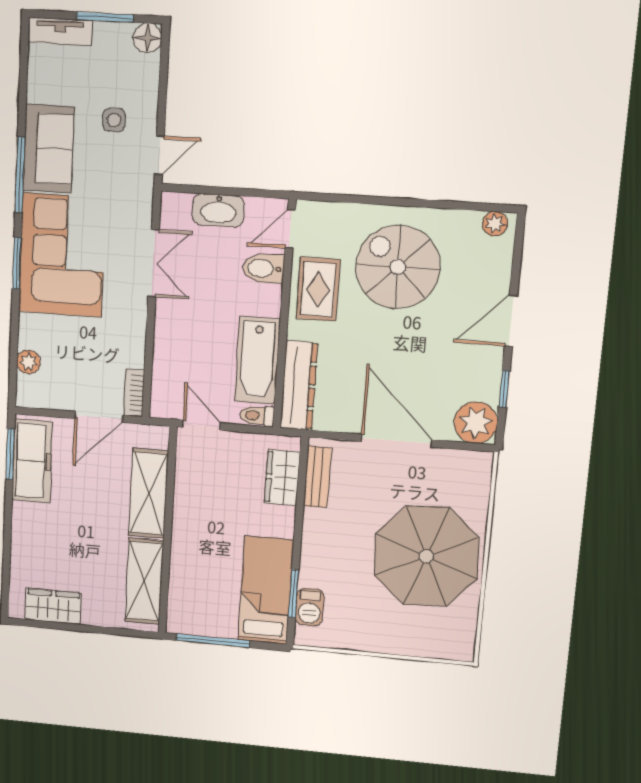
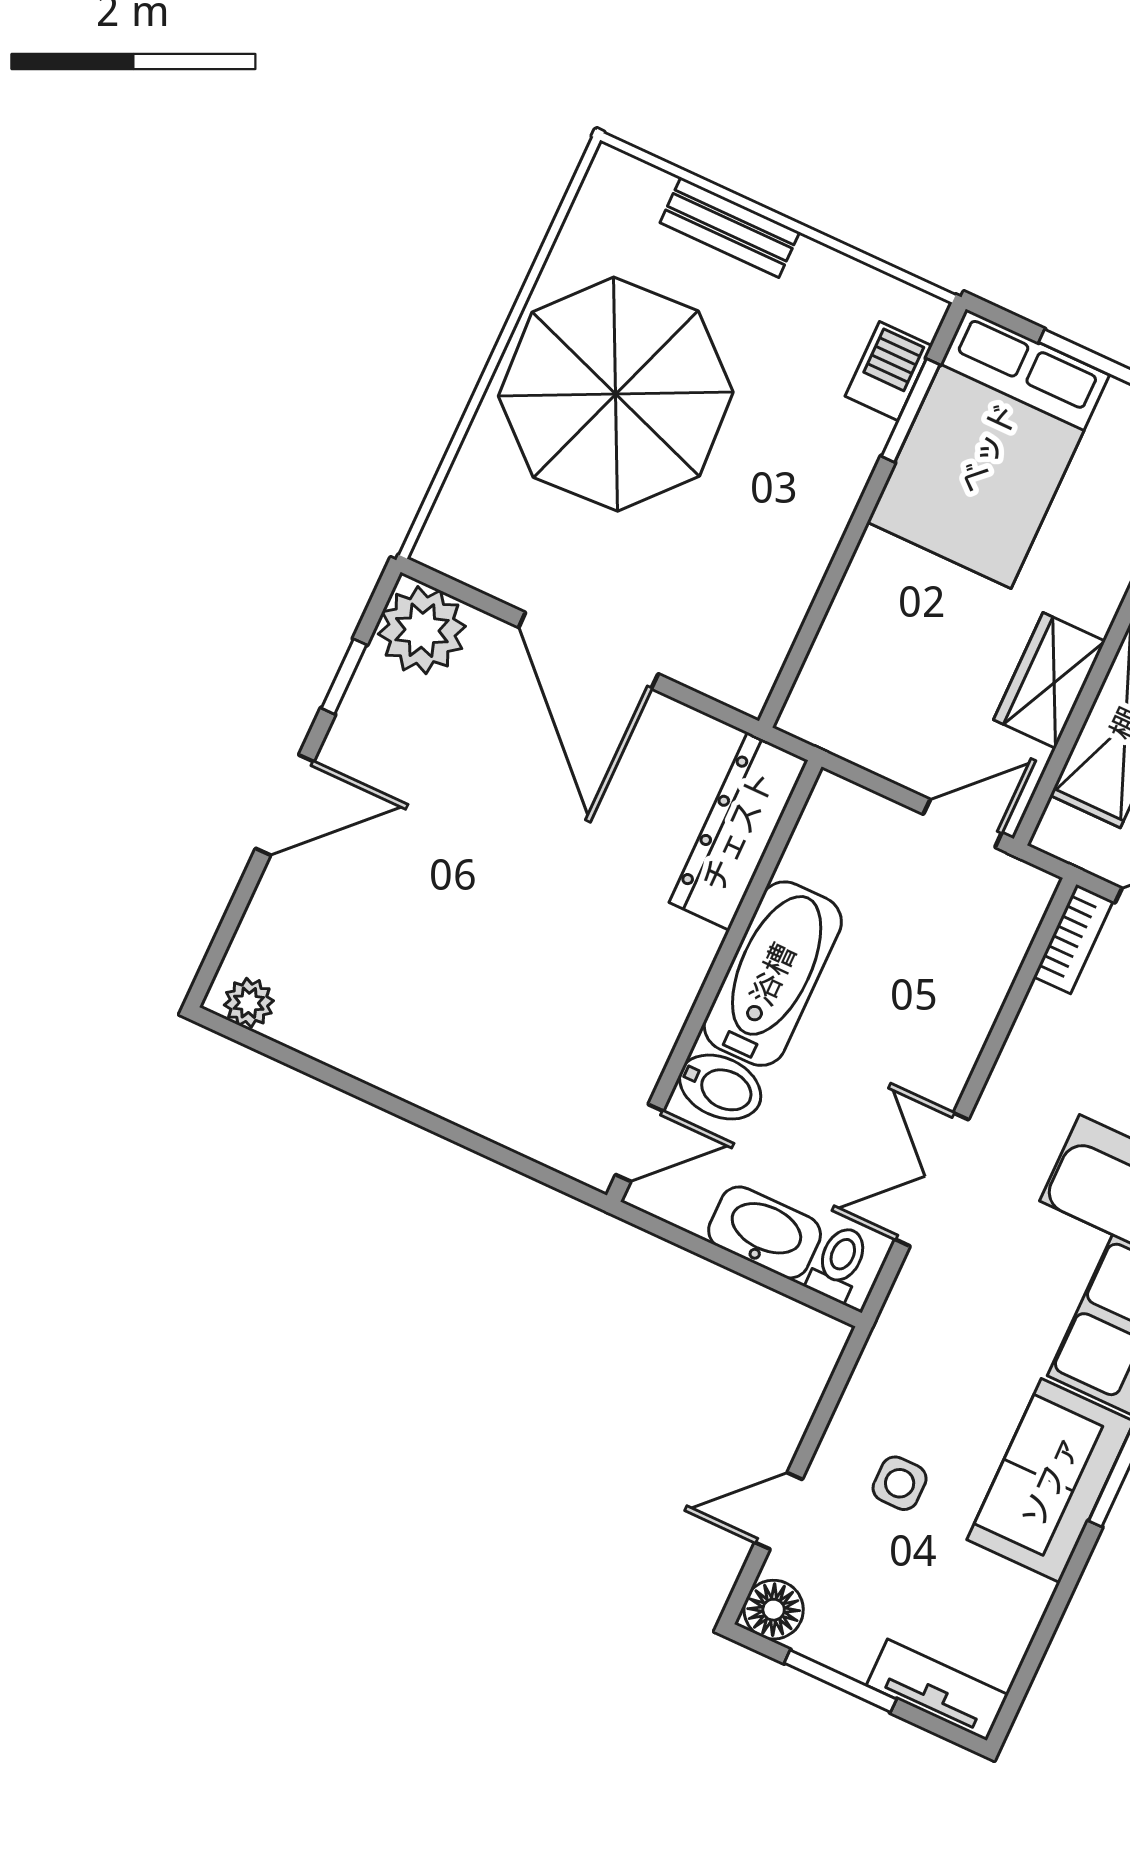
door: (159, 155) -> (779, 1511), moved
spiral stairs: (398, 267) -> (461, 991), removed
rug: (318, 289) -> (630, 1006), removed
bathtub: (257, 360) -> (773, 974), moved
toilet: (257, 416) -> (839, 1263), moved, turned -90
door: (202, 425) -> (963, 823), swing flipped
bench: (317, 477) -> (730, 227), moved, turned 90
wardrobe: (282, 478) -> (1049, 680), moved, turned 180
bed: (266, 590) -> (988, 449), width x1.50

